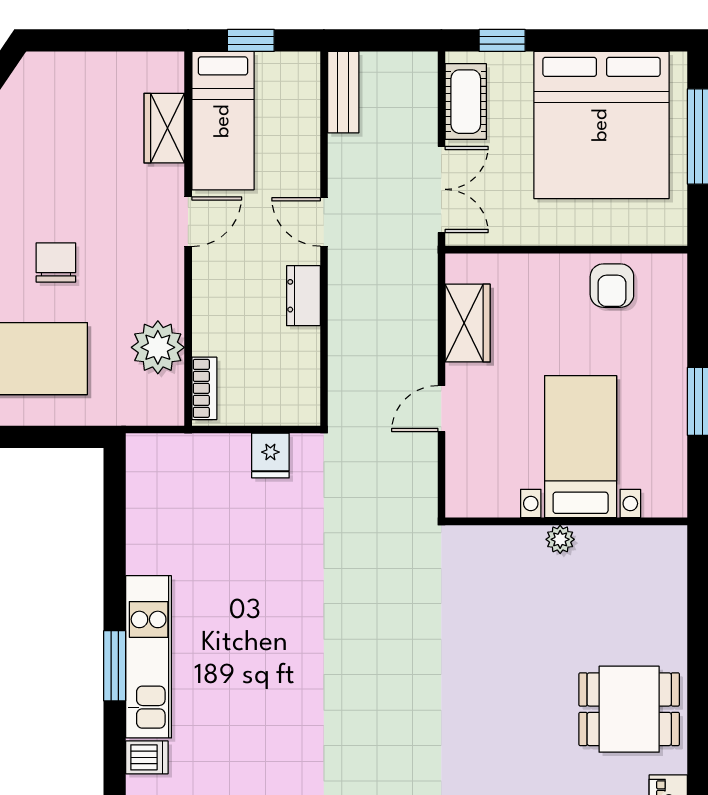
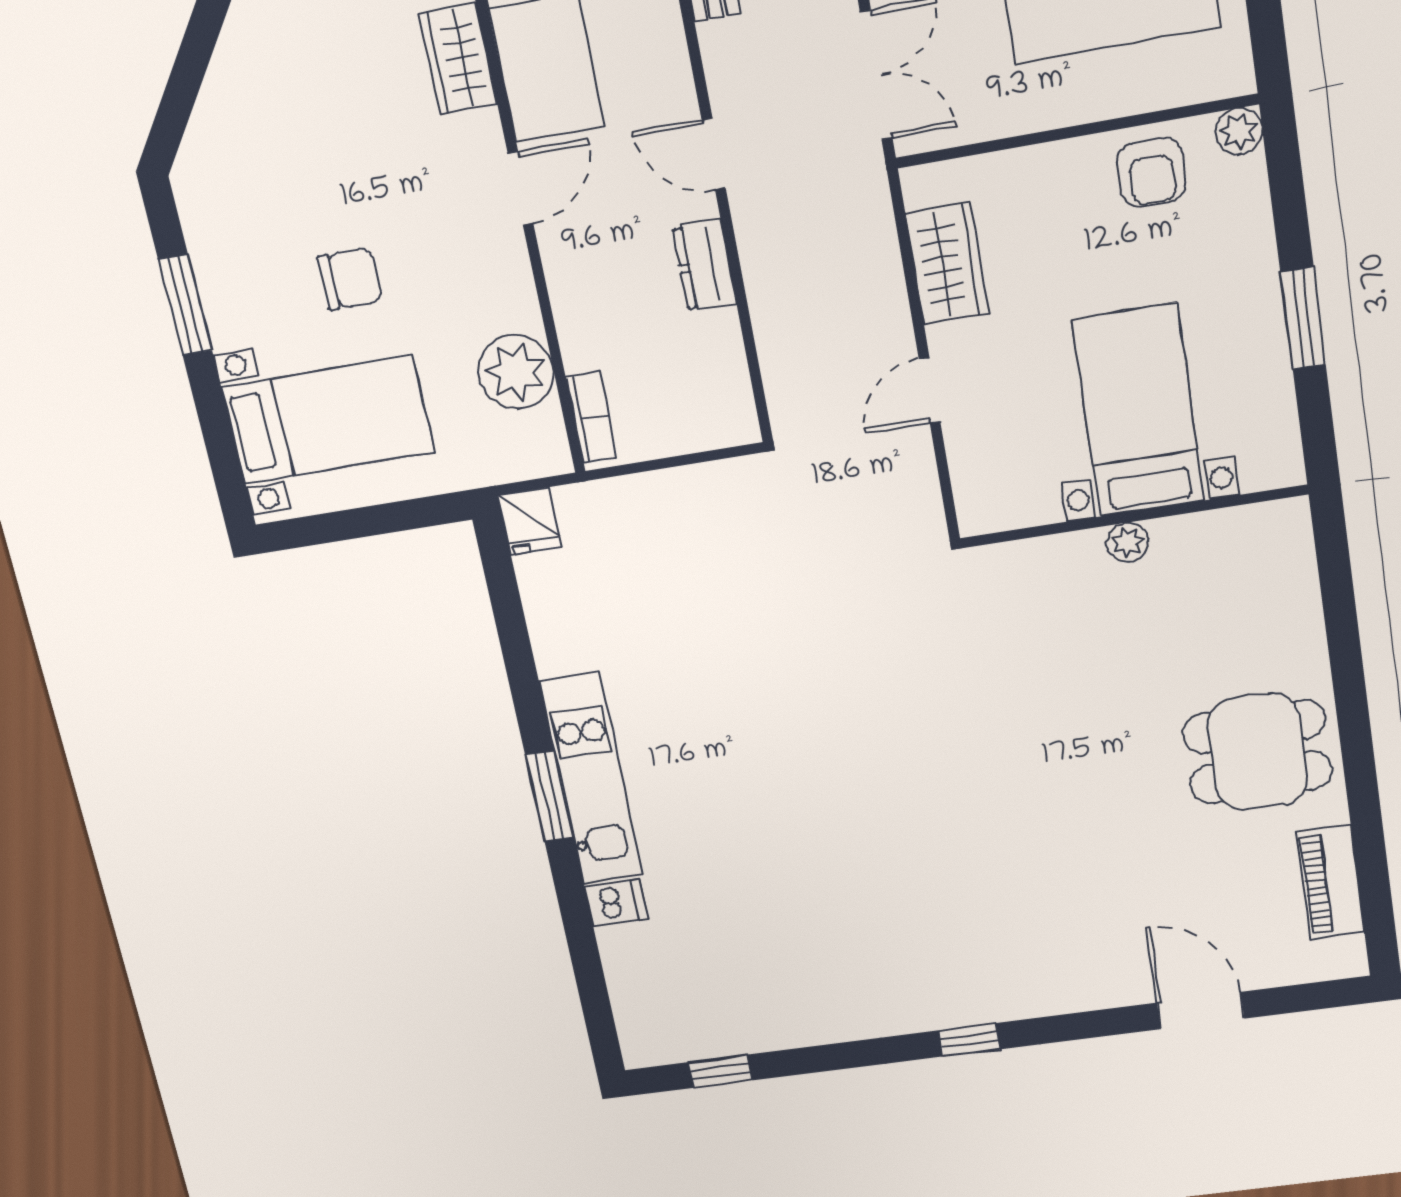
chair: (56, 262) -> (350, 279), turned 90
plant: (672, 269) -> (1239, 131), added
fridge: (270, 456) -> (529, 521), moved

